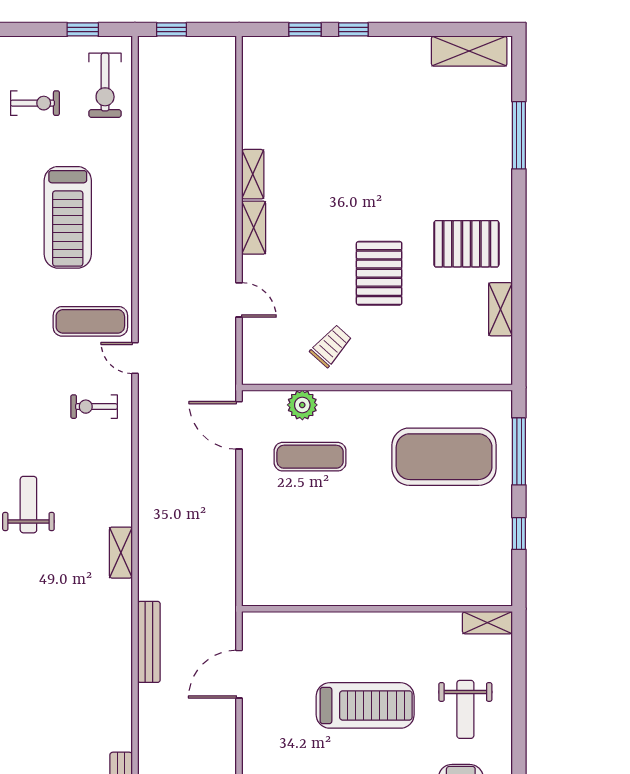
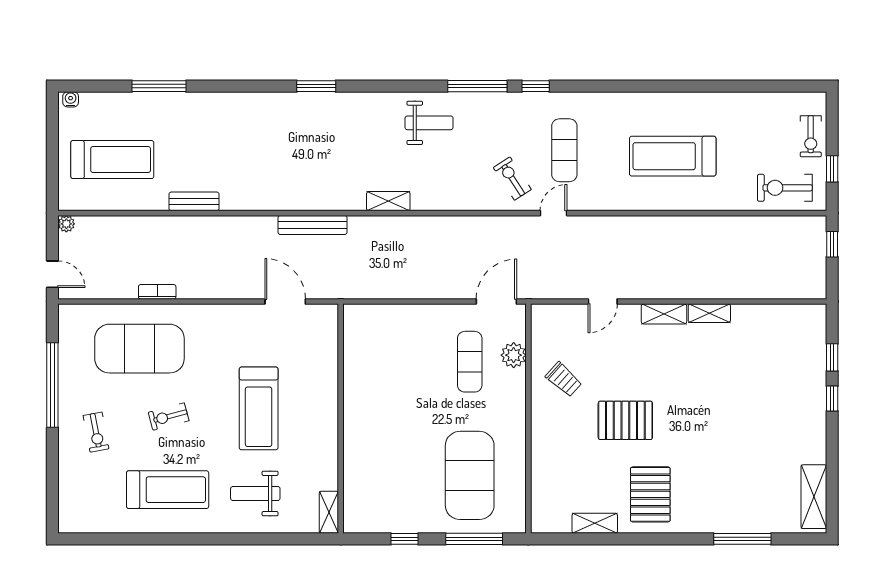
exercise bike: (35, 103) -> (811, 136), moved
exercise mat: (90, 321) -> (564, 150), moved
exercise bike: (94, 407) -> (512, 179), turned -33

